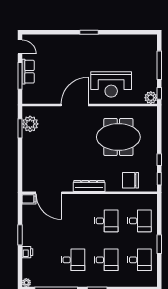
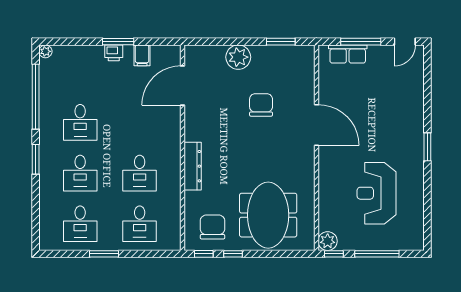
row of seats: (28, 72) -> (348, 54), moved
reception desk: (111, 84) -> (376, 193), moved
plant: (30, 124) -> (238, 57), moved
meeting table: (118, 137) -> (268, 215), moved
chair: (62, 141) -> (261, 105), added
chair: (131, 180) -> (212, 227), moved
dresser: (89, 186) -> (193, 166), moved
filing cabinet: (29, 199) -> (142, 55), moved
printer: (27, 252) -> (114, 53), moved

